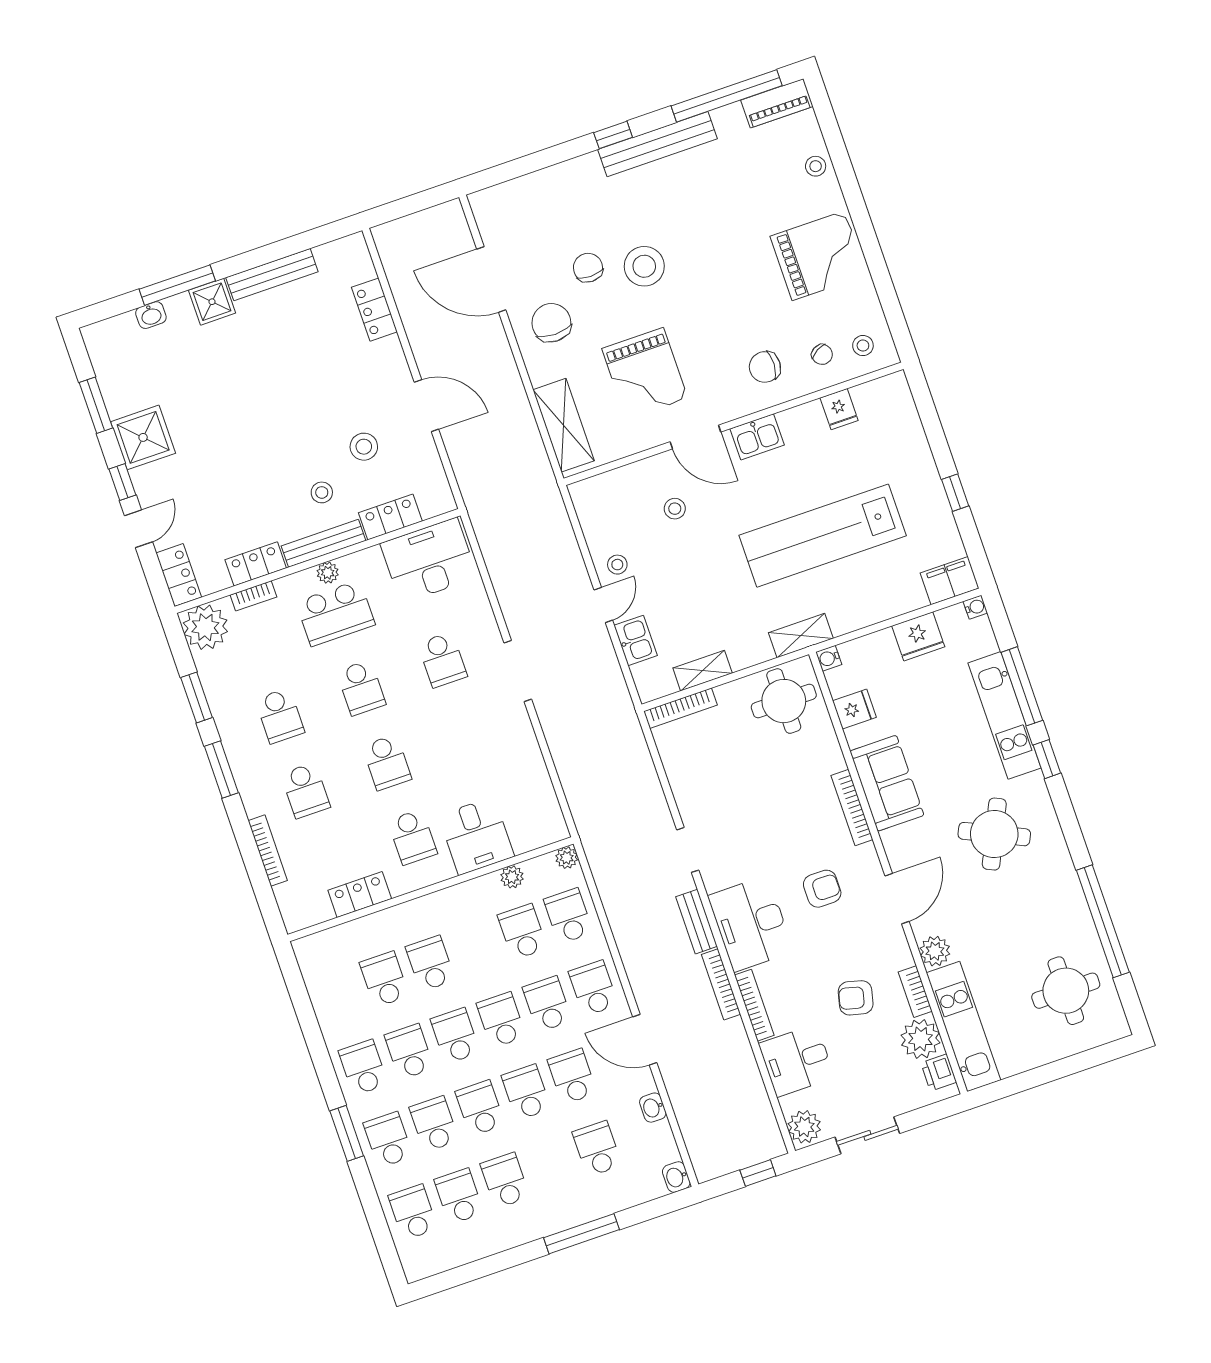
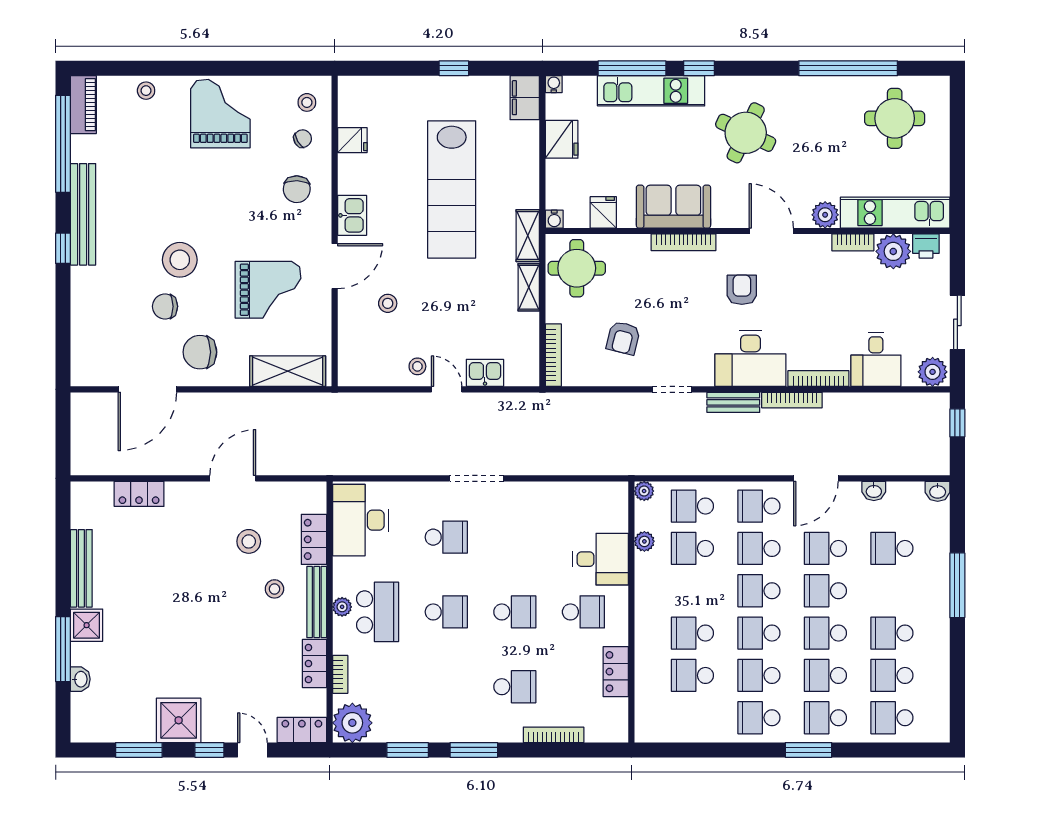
shelving: (703, 671) -> (529, 287), moved
school desk: (280, 716) -> (446, 687), removed
armchair: (856, 998) -> (623, 338), moved

